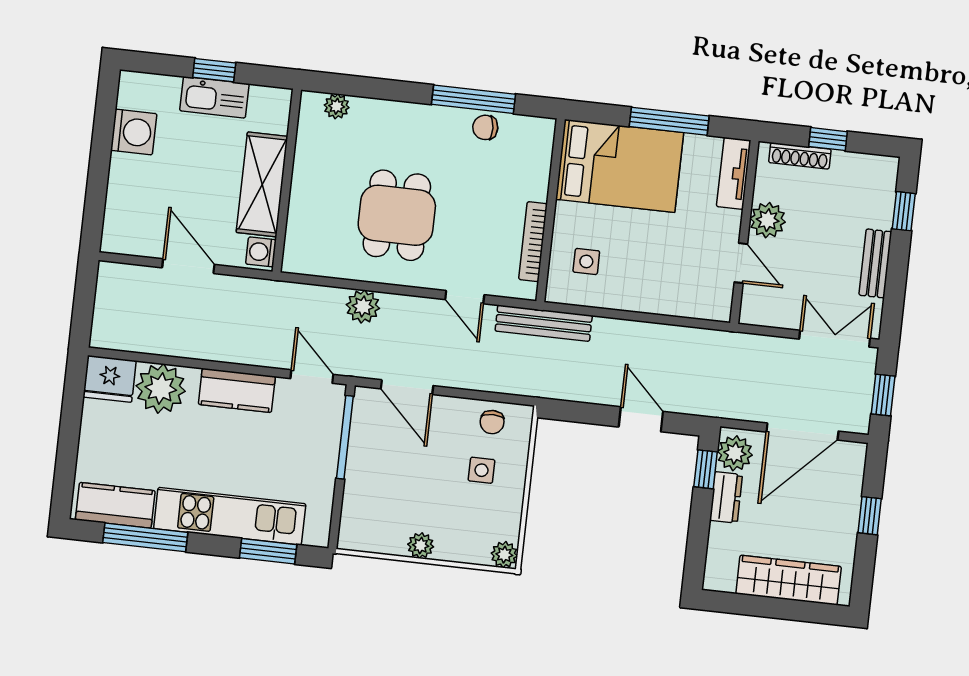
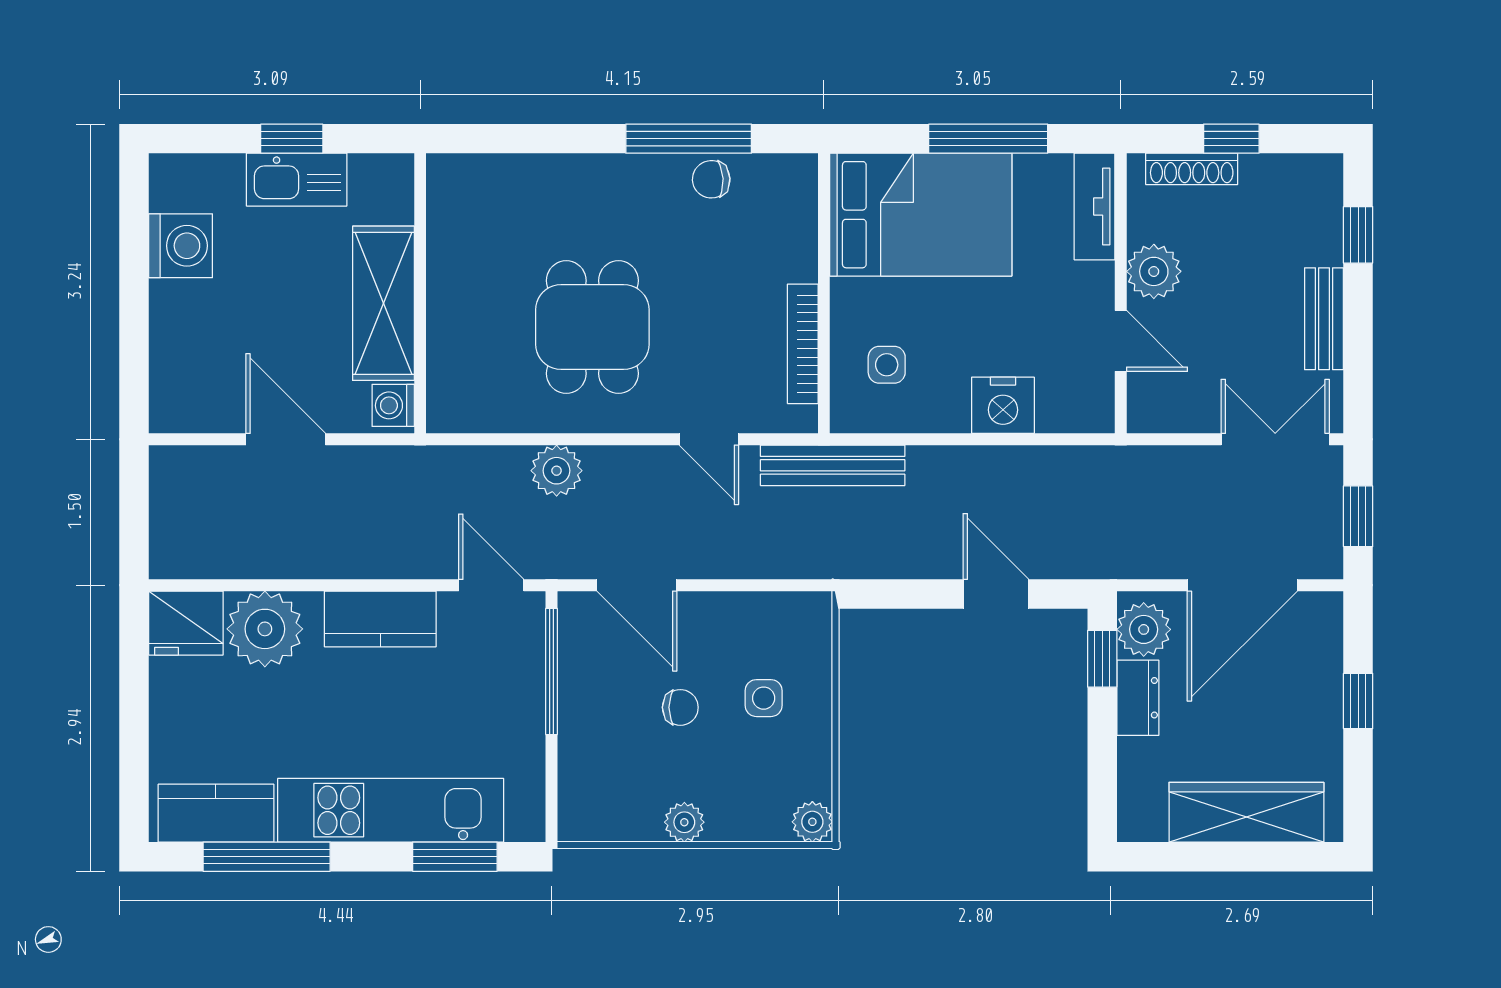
plant: (337, 106) -> (483, 173), removed
nightstand: (659, 296) -> (1003, 405), added
chair: (492, 422) -> (680, 707), moved, turned -90

